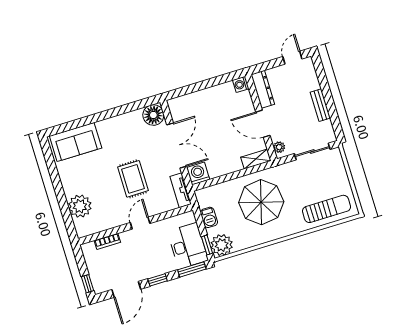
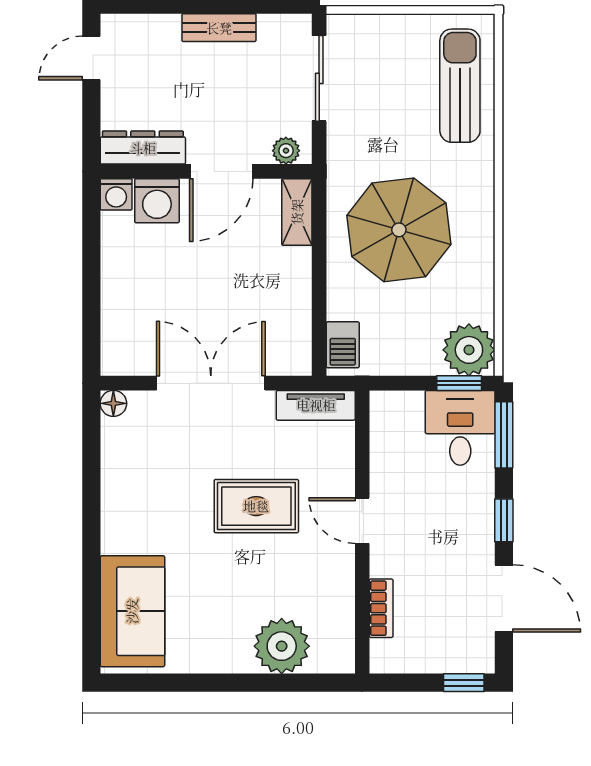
door: (292, 58) -> (91, 58), hinge flipped
floor lamp: (153, 115) -> (113, 403), width x0.53, depth x0.53
washing machine: (198, 174) -> (157, 201), moved, turned -90
barbecue: (209, 217) -> (343, 345), moved, turned 90
desk: (188, 246) -> (460, 428), width x0.73

